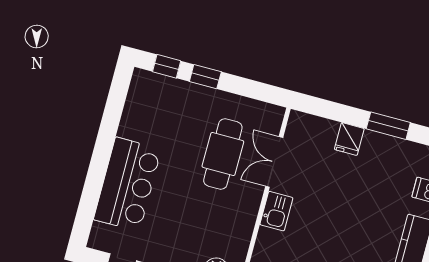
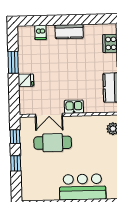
window: (167, 66) -> (15, 137), moved

